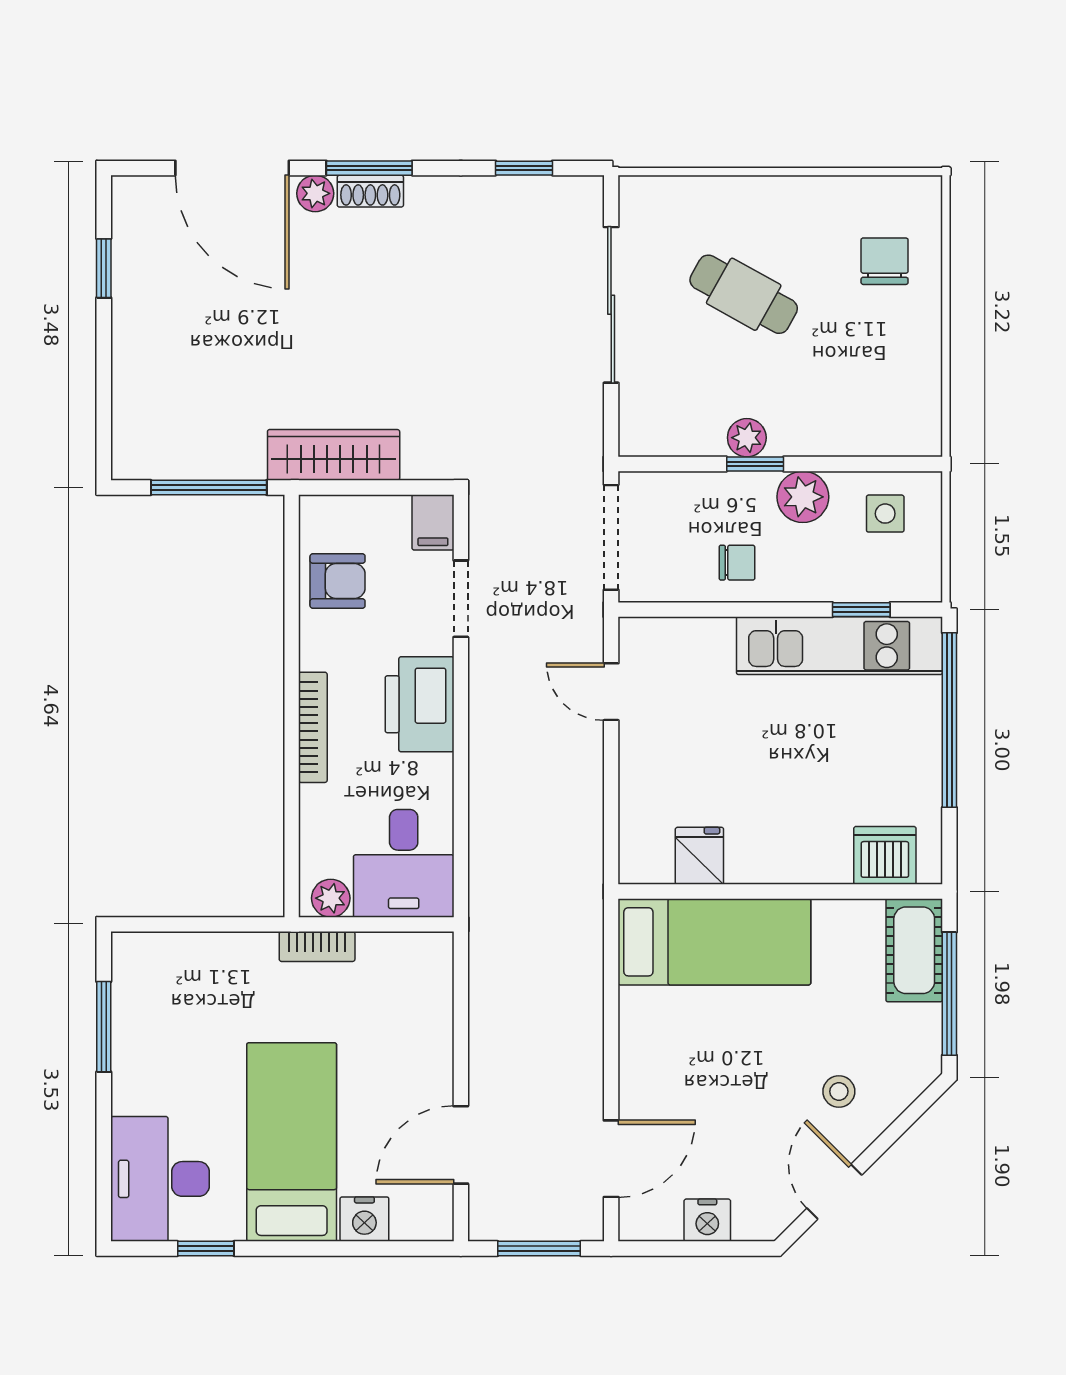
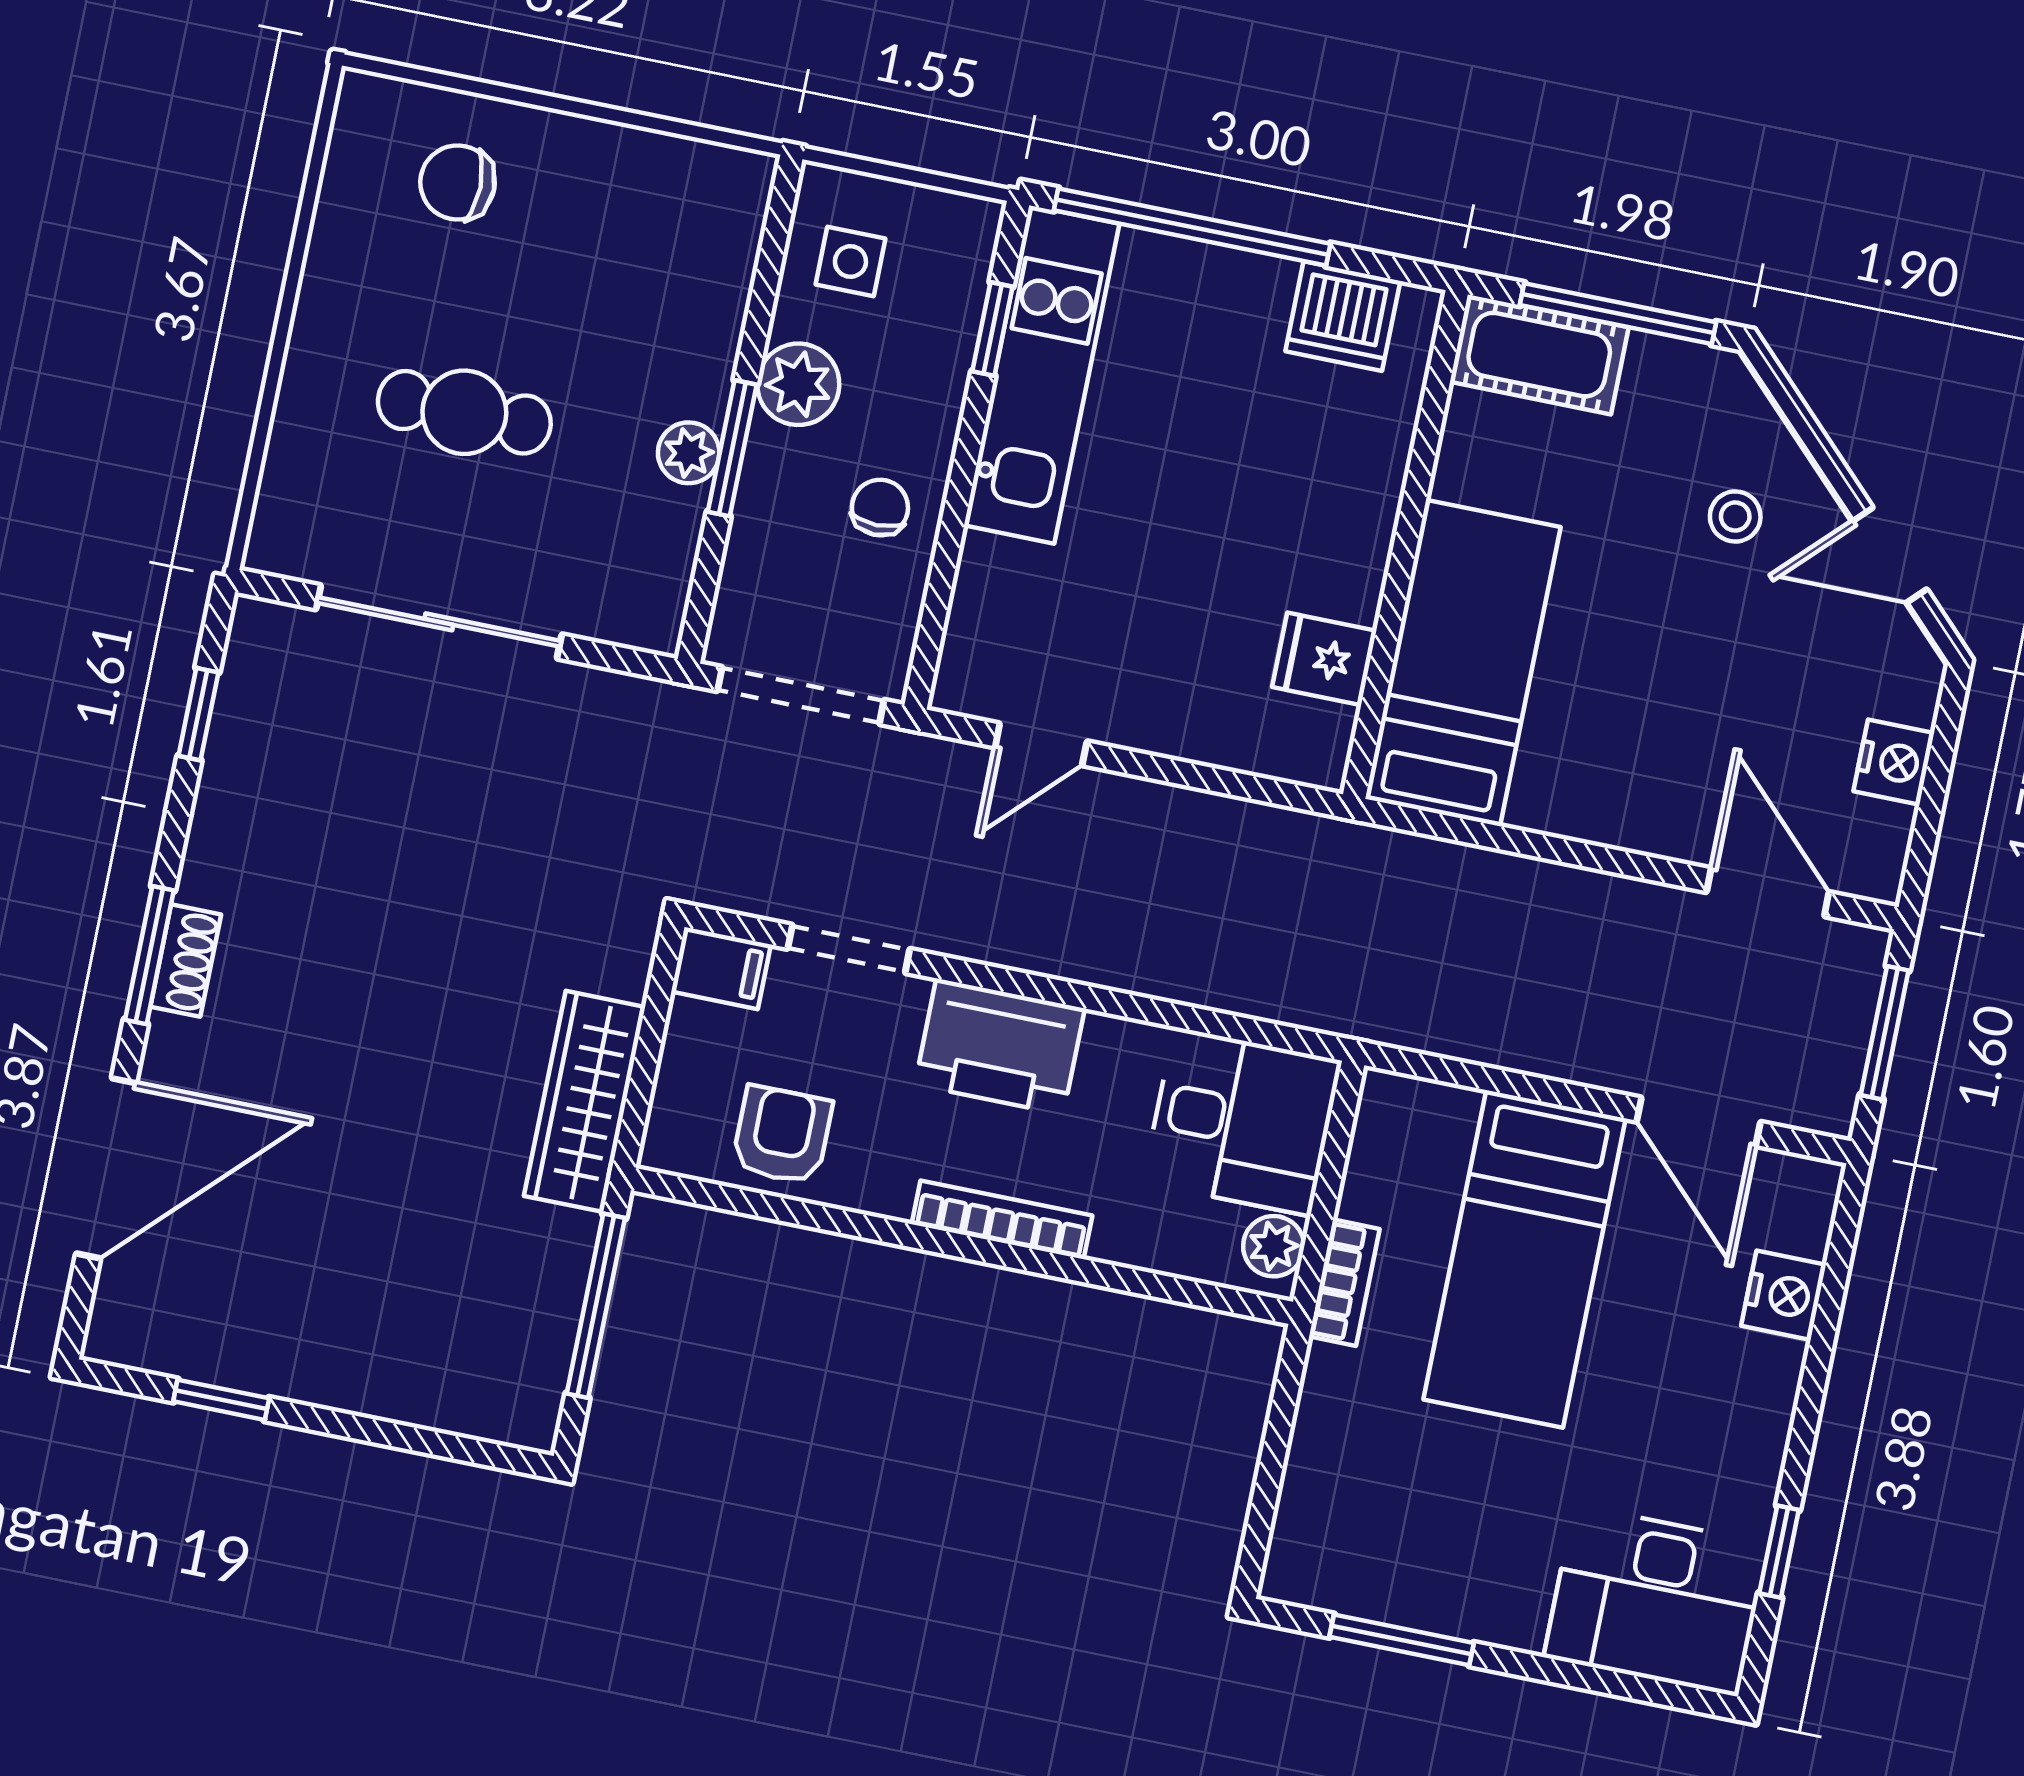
plant: (315, 193) -> (172, 1047), removed
cafe table: (744, 294) -> (464, 412), turned 61
window: (755, 464) -> (732, 448), width x1.50
dishwasher: (885, 855) -> (1343, 316), moved, turned -90
bed: (292, 1142) -> (1525, 1259), moved, turned -90

